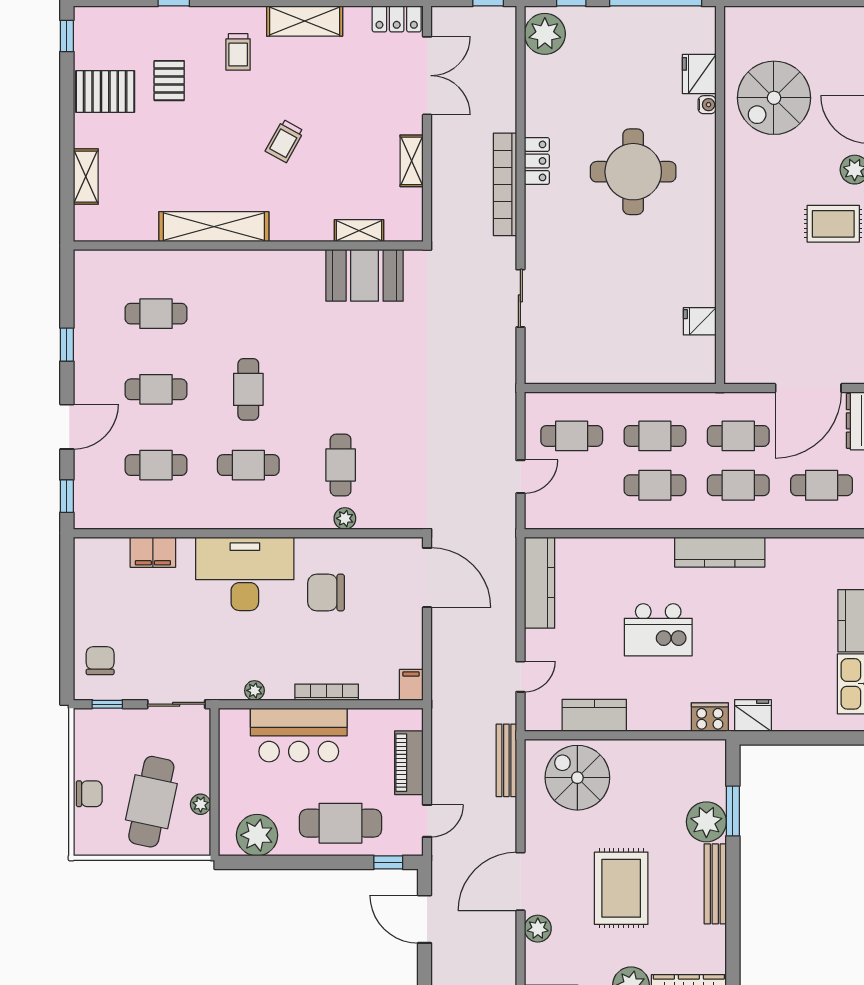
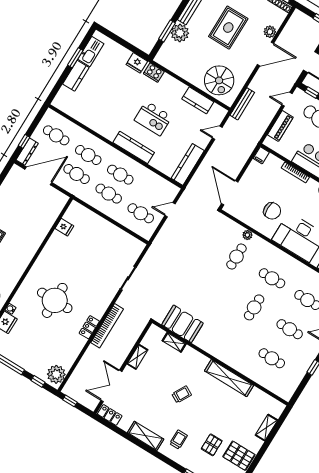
kitchen counter: (720, 552) -> (134, 147), moved
kitchen island: (658, 630) -> (153, 118), turned 180

